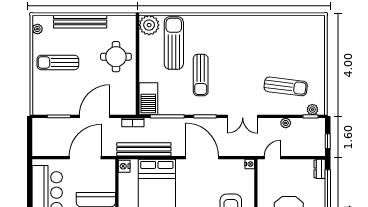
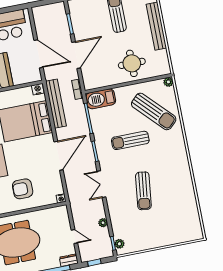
plant: (149, 25) -> (168, 82), width x0.53, depth x0.53
sun lounger: (174, 43) -> (154, 111), turned 46
sun lounger: (286, 86) -> (143, 191), moved
door: (95, 116) -> (76, 55), hinge flipped
door: (272, 158) -> (74, 236), moved

